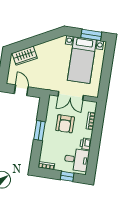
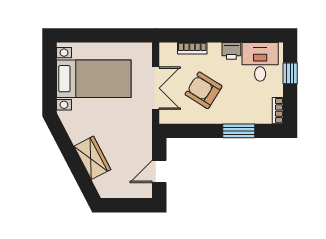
window: (91, 35) -> (49, 70), removed
wardrobe: (25, 56) -> (92, 158), moved
armchair: (65, 124) -> (204, 90), turned -148
window: (39, 131) -> (239, 131), moved

